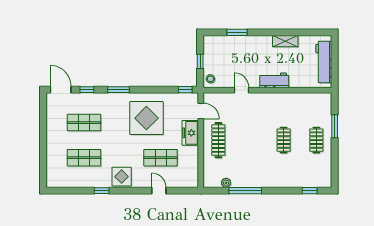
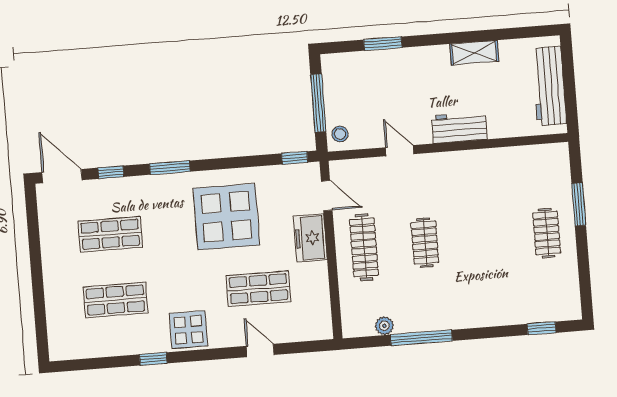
window: (200, 61) -> (318, 103), width x2.17
clothes rail: (284, 140) -> (425, 243), moved

